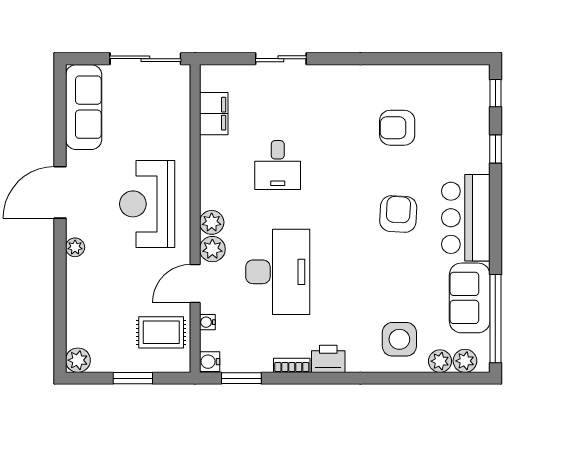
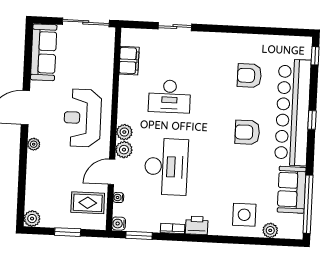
window: (495, 149) -> (312, 120), moved
desk: (278, 165) -> (170, 96), width x1.37
armchair: (398, 214) -> (247, 132), turned -93
bar counter: (466, 218) -> (293, 112), width x1.86
plant: (465, 361) -> (287, 231), removed

